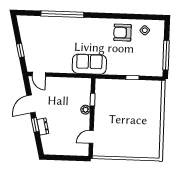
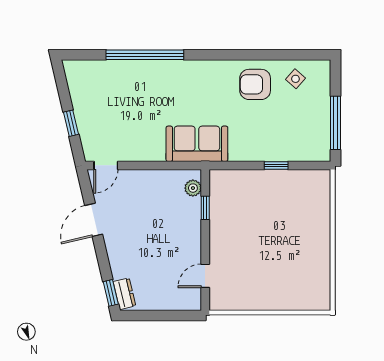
door: (39, 74) -> (106, 165), hinge flipped
plant: (86, 110) -> (193, 188), moved
window: (35, 125) -> (111, 293), moved
dresser: (43, 127) -> (124, 294), moved

